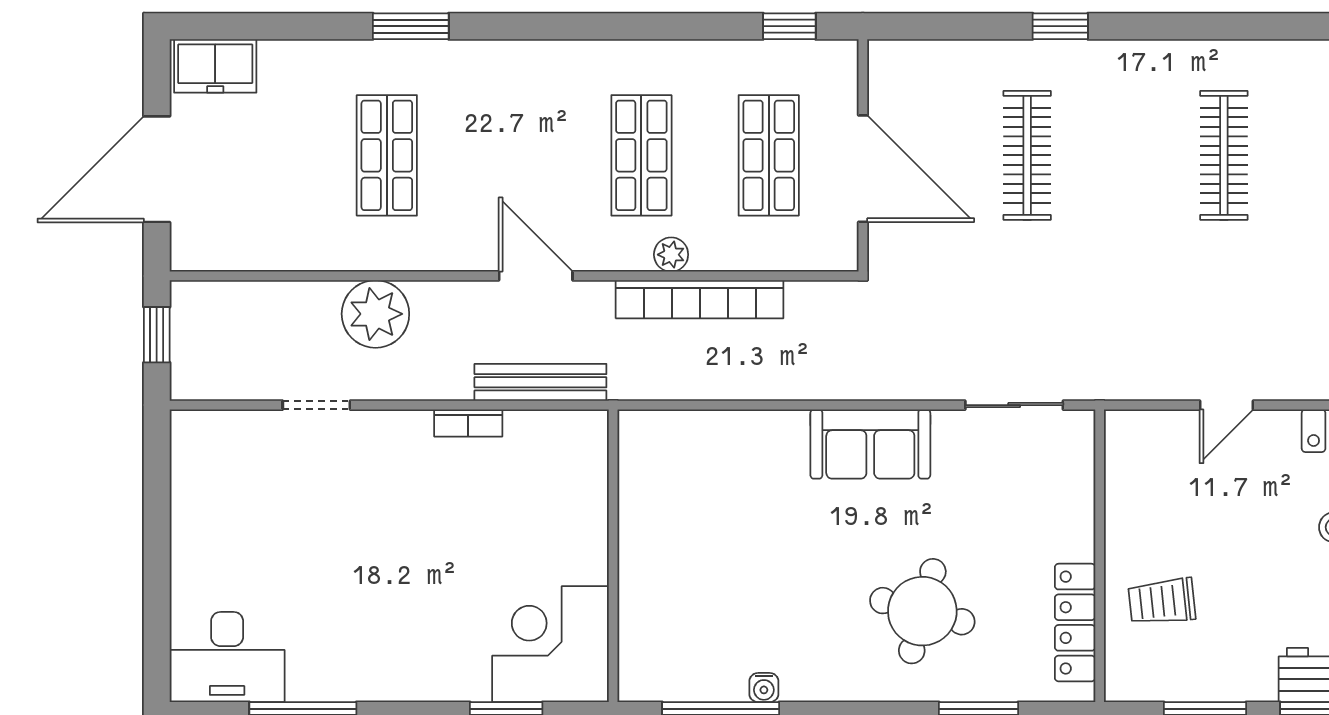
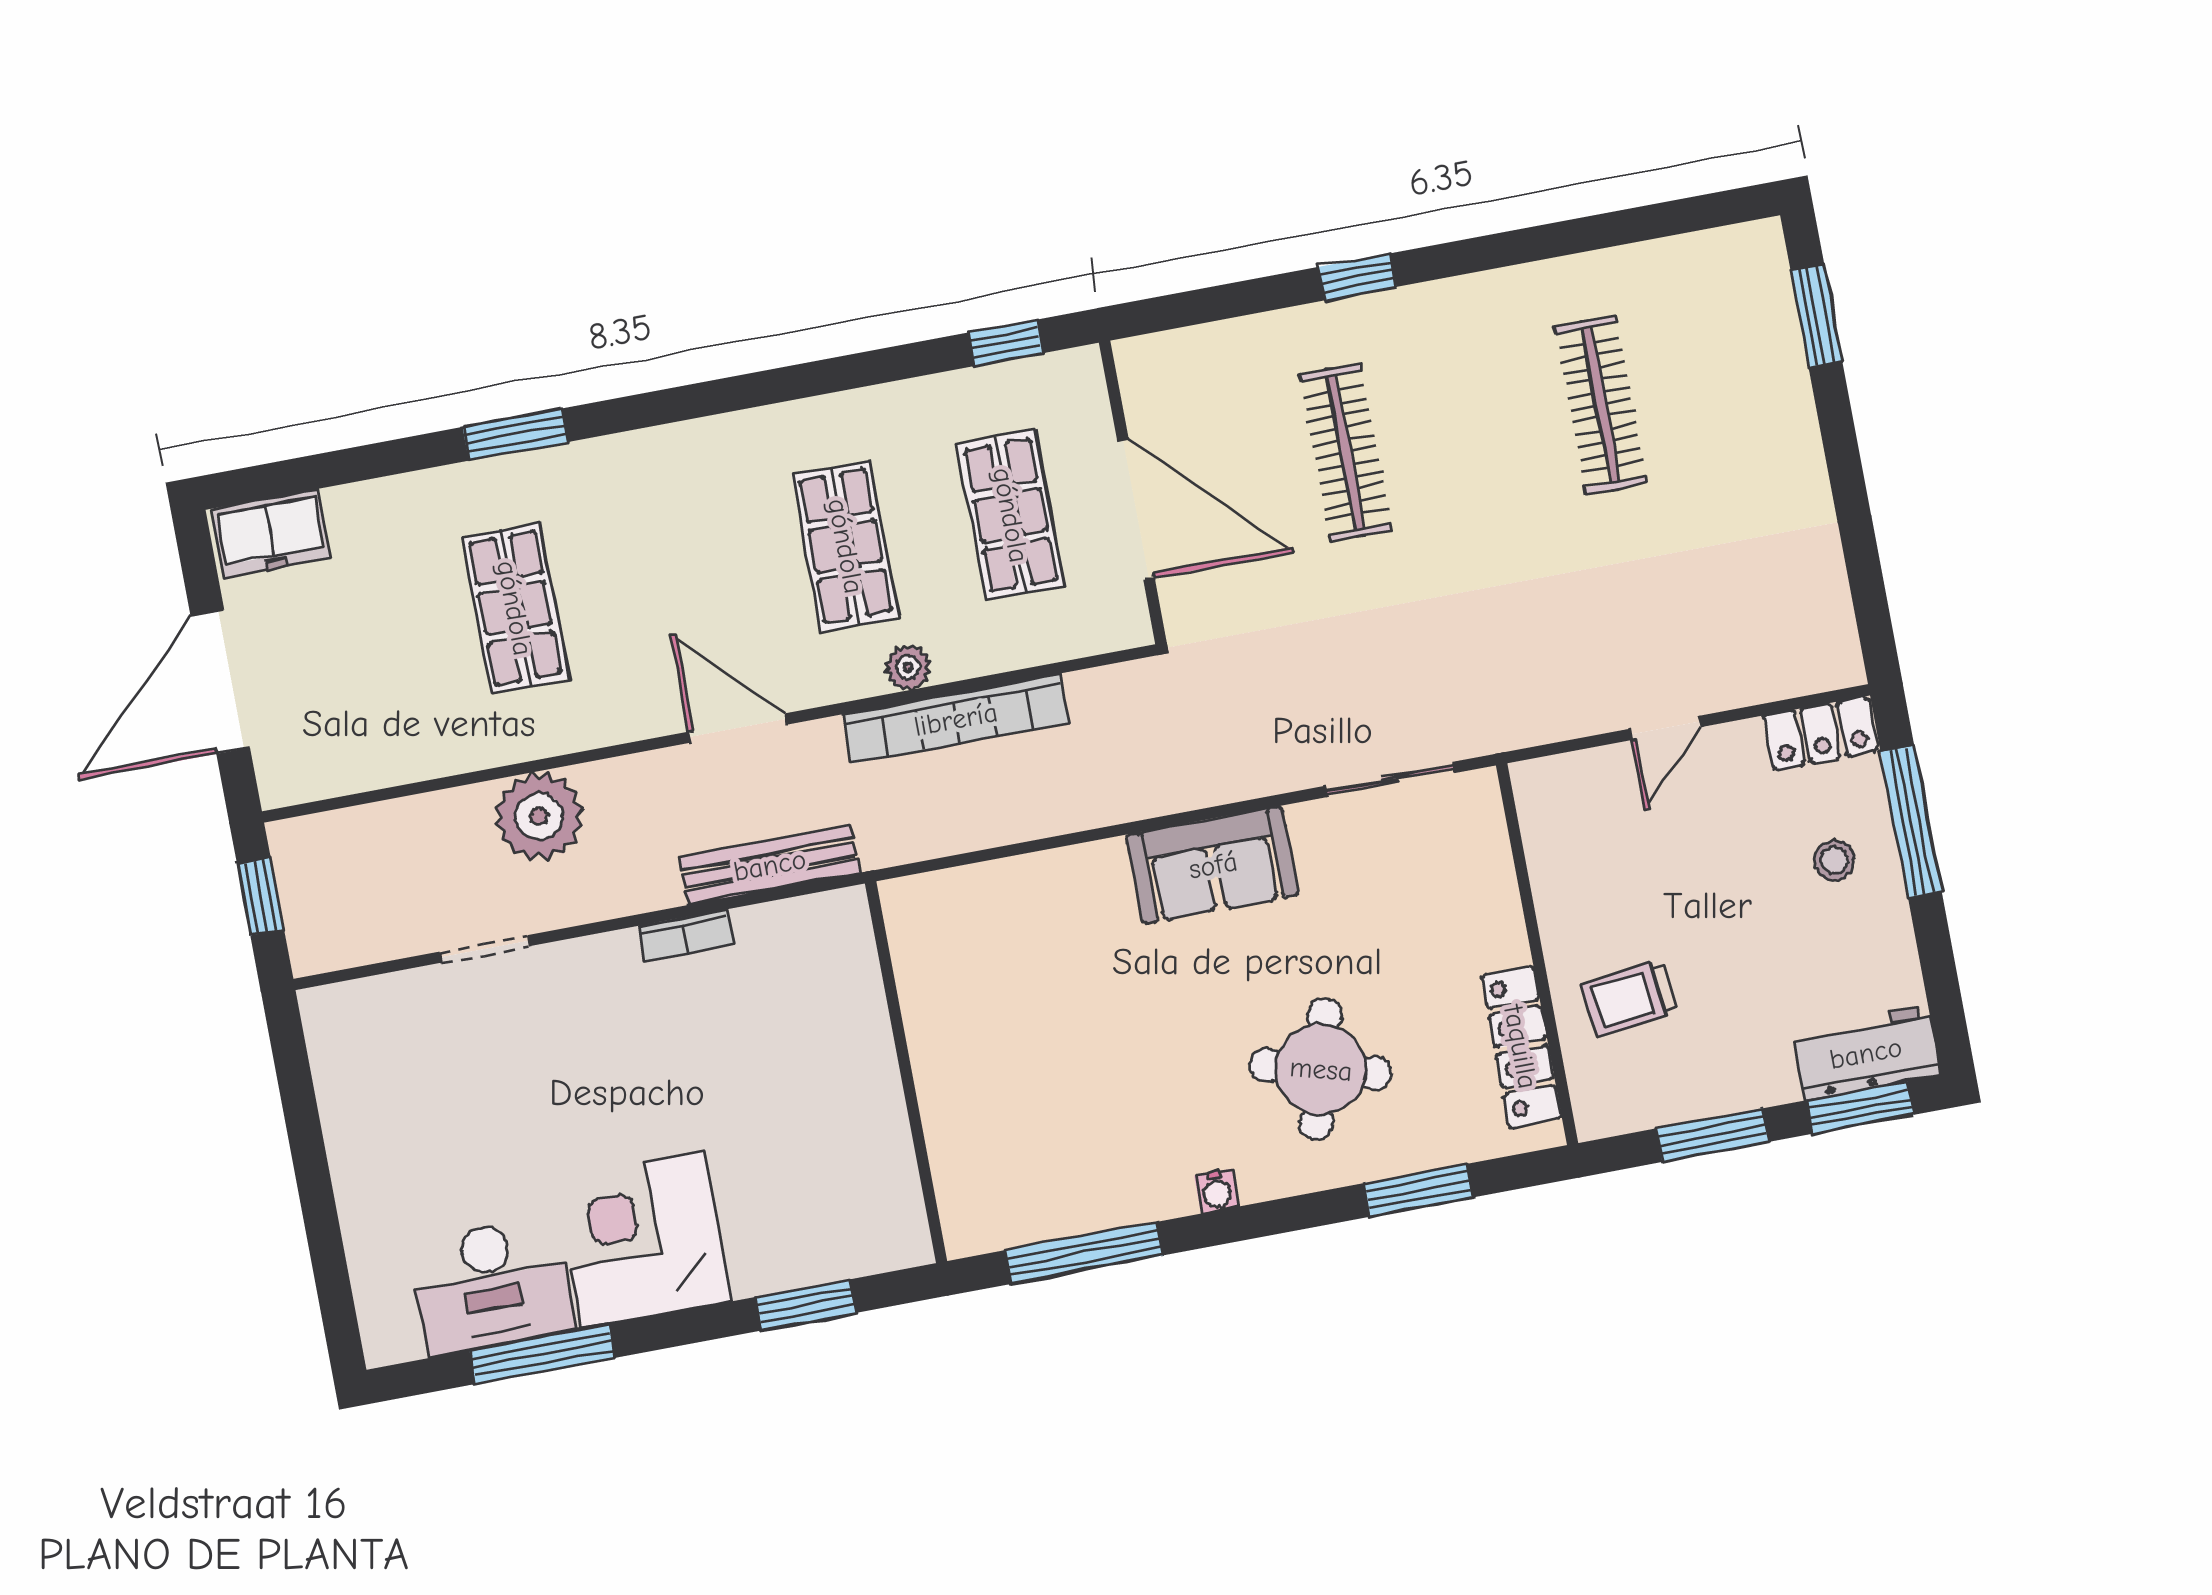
corner desk: (550, 644) -> (643, 1240), moved
desk: (227, 657) -> (492, 1286), moved
water cooler: (764, 688) -> (1217, 1191), moved

